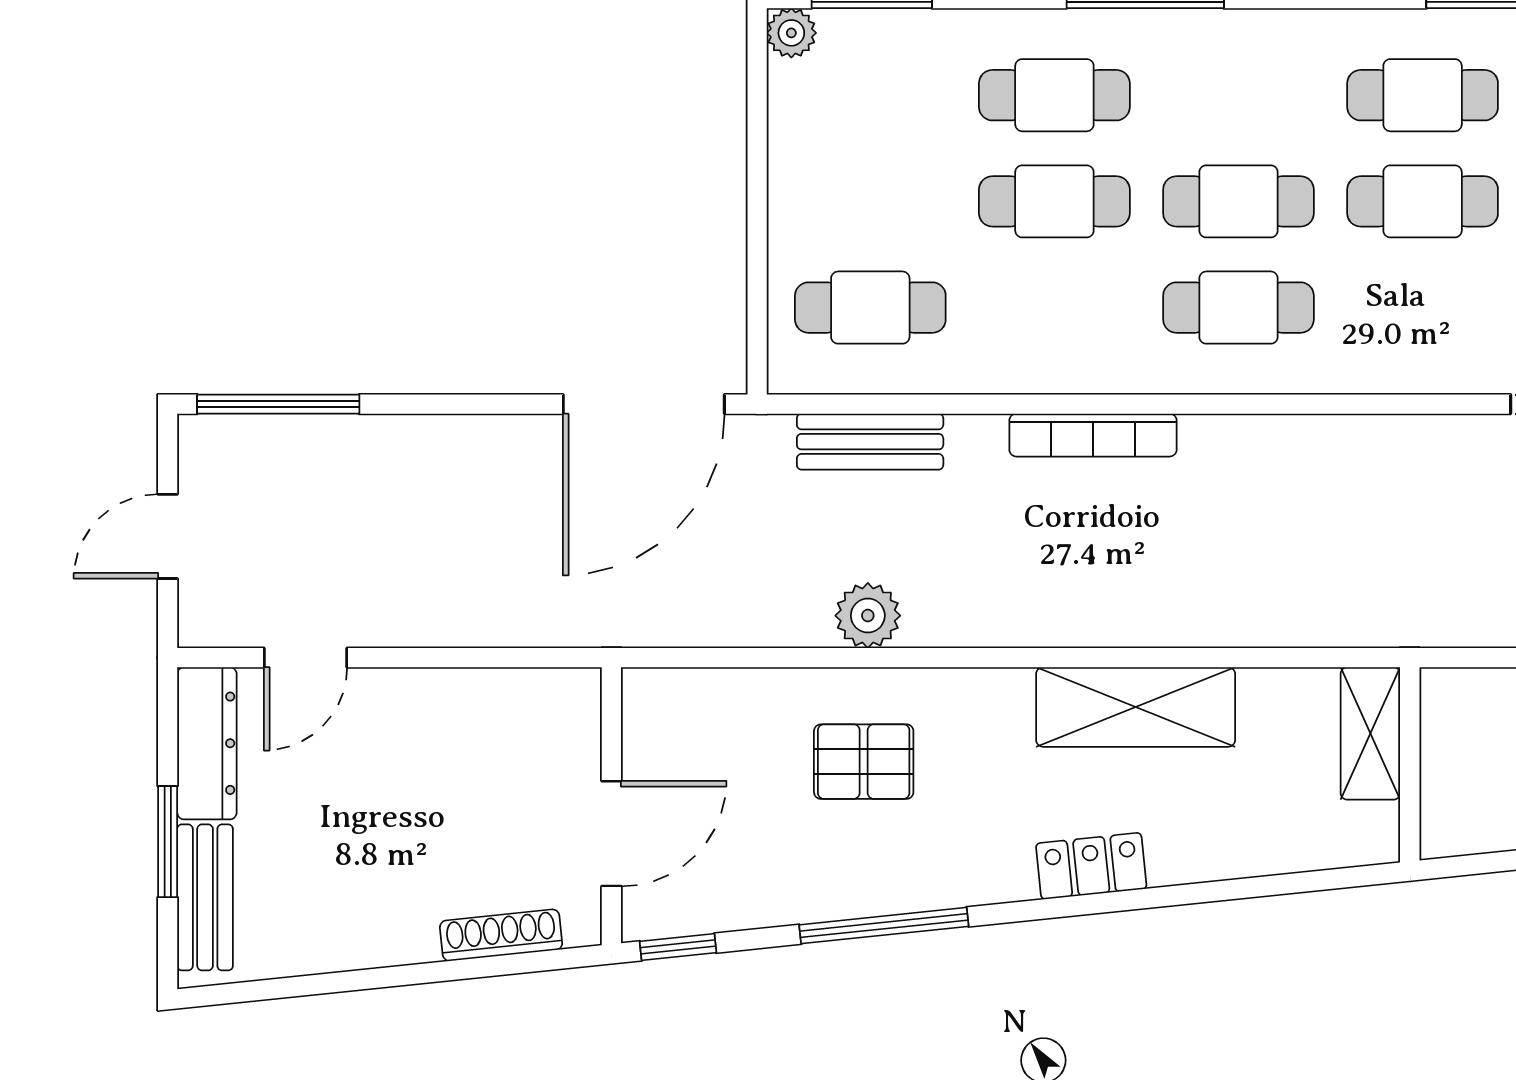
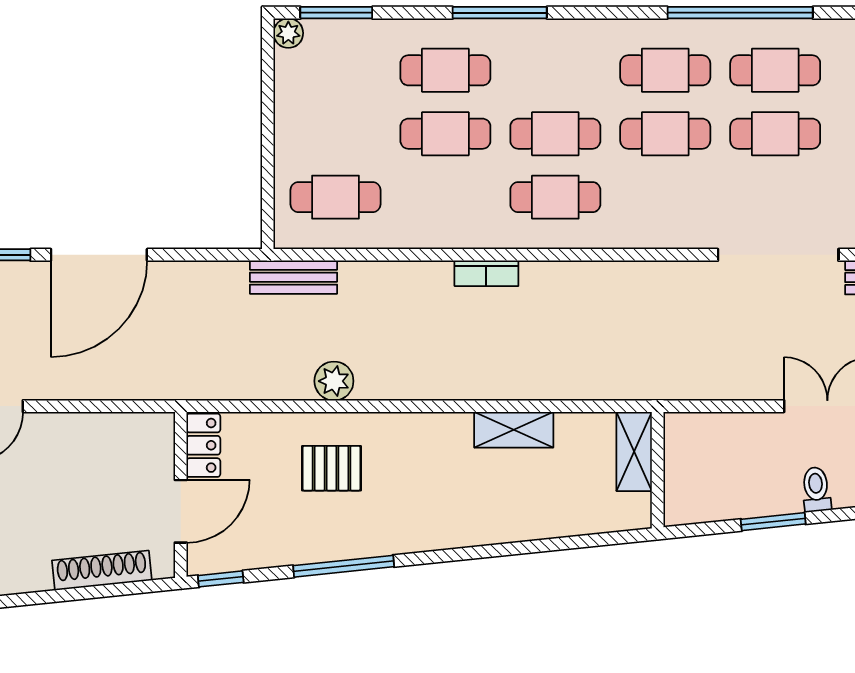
door: (644, 404) -> (99, 255), moved
bookcase: (1093, 435) -> (486, 273), width x0.64
bench: (870, 442) -> (293, 277), moved
shelving: (1136, 707) -> (514, 430), width x0.67, depth x0.75
locker: (1091, 866) -> (203, 445), moved, turned 96
shoe rack: (501, 935) -> (102, 570), width x1.36, depth x1.24

